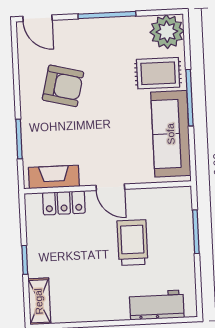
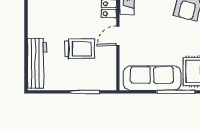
workbench: (157, 305) -> (37, 63), width x1.37

